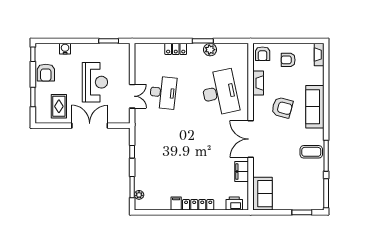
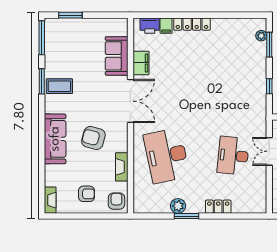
window: (326, 156) -> (42, 81), width x0.69
sofa: (262, 194) -> (117, 56), moved
filing cabinet: (176, 204) -> (166, 26), moved

